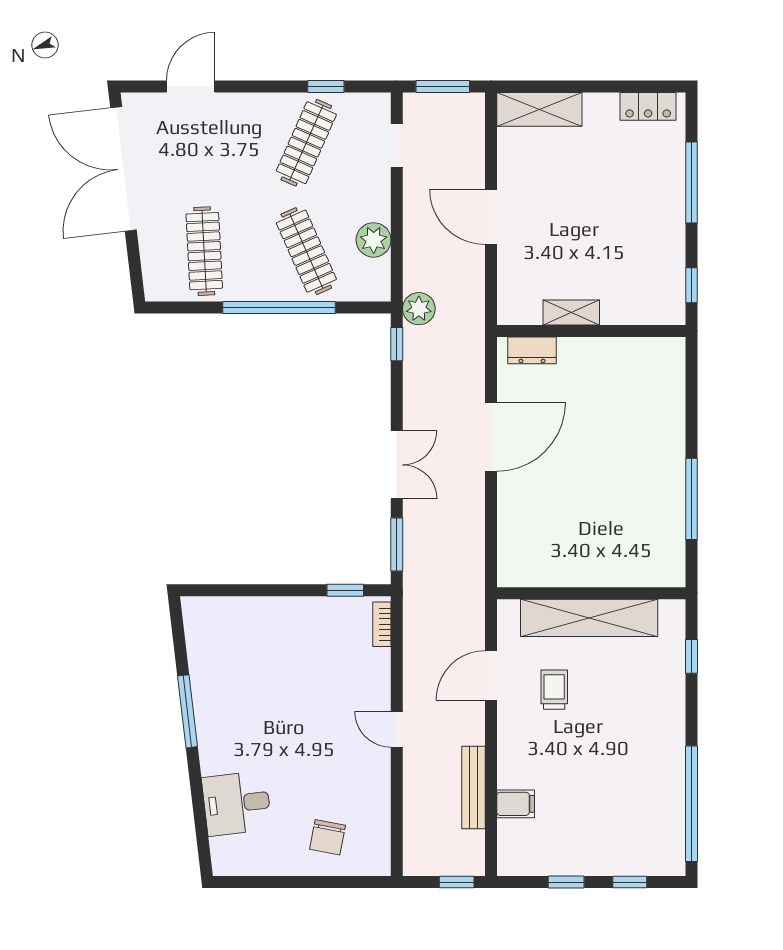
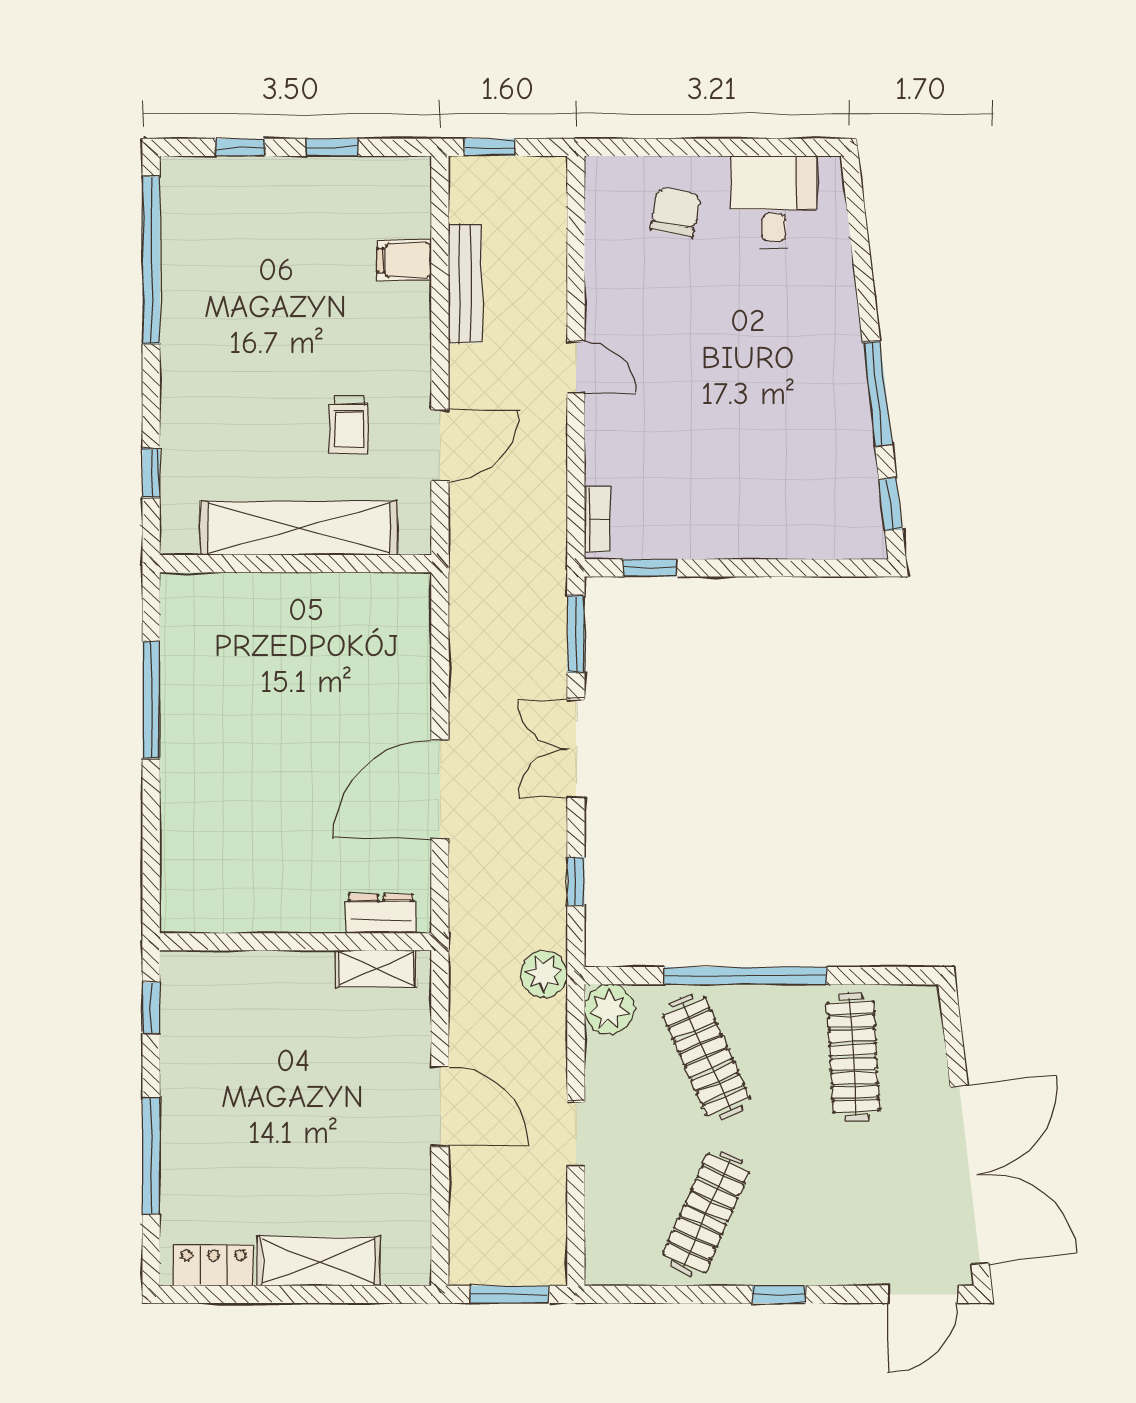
door: (191, 86) -> (923, 1294), moved
window: (326, 86) -> (779, 1294), moved
shelving: (539, 109) -> (318, 1261), moved
doorway: (397, 146) -> (576, 1134), moved
plant: (374, 240) -> (609, 1009), moved
shelving: (571, 312) -> (376, 968), moved
window: (397, 344) -> (576, 881), moved
window: (178, 634) -> (891, 505), added
desk: (237, 803) -> (774, 202), moved, turned -83

